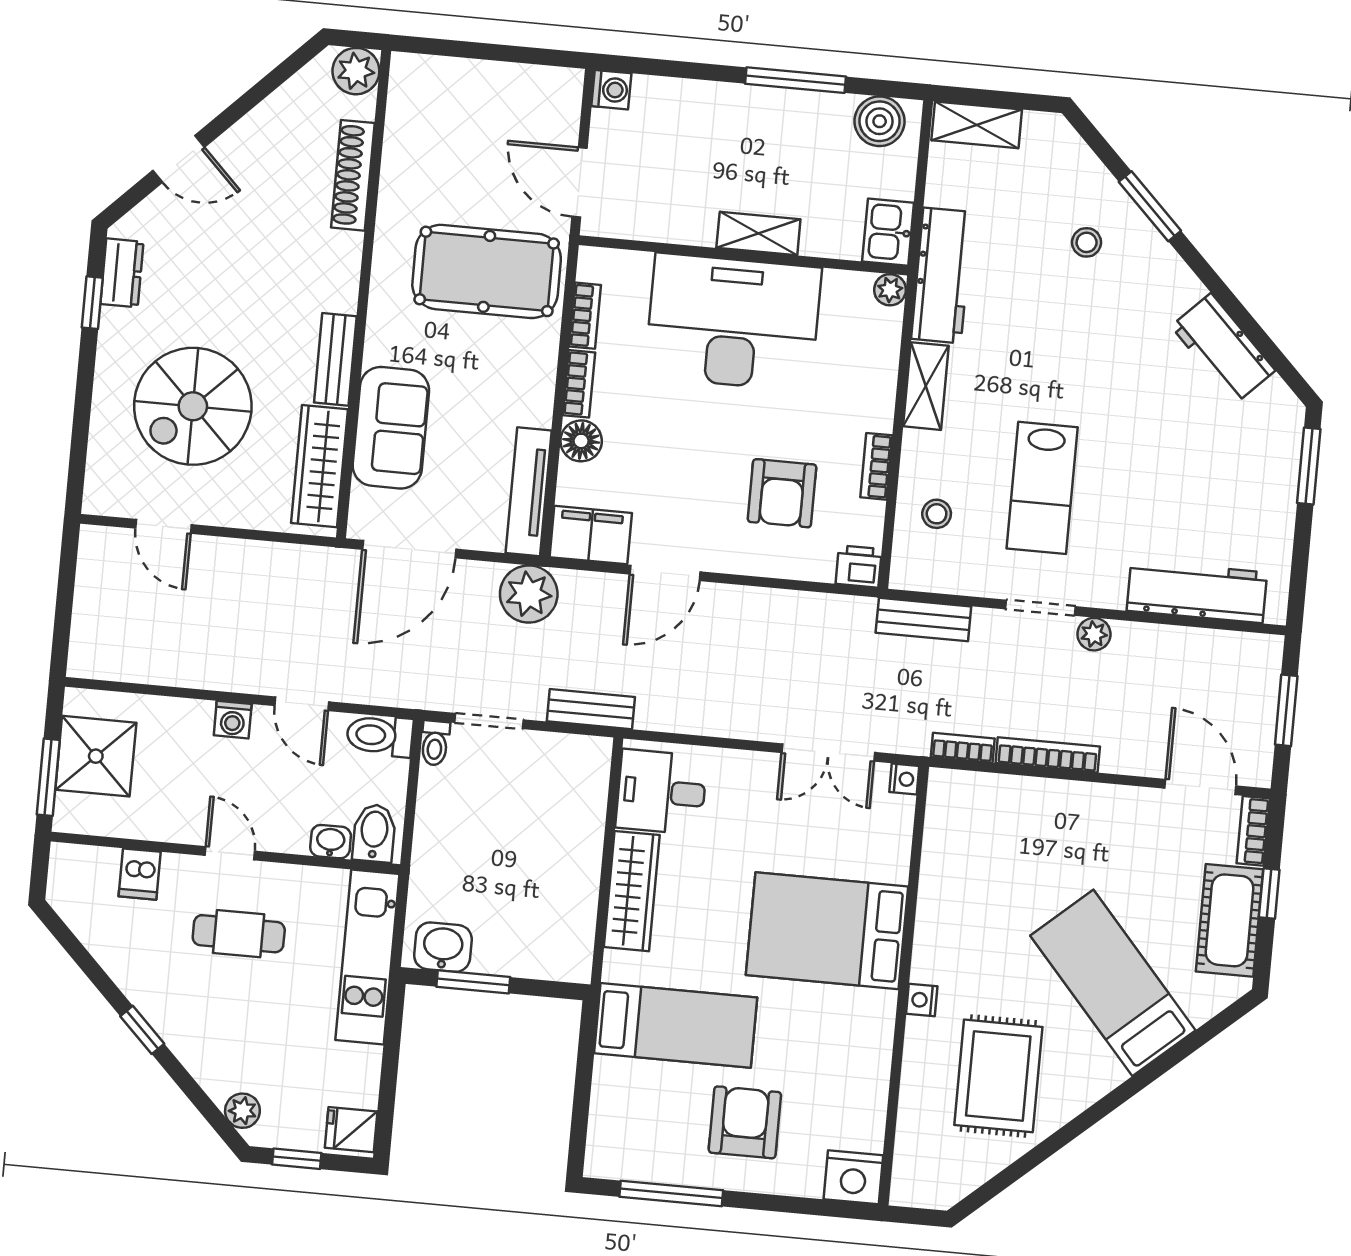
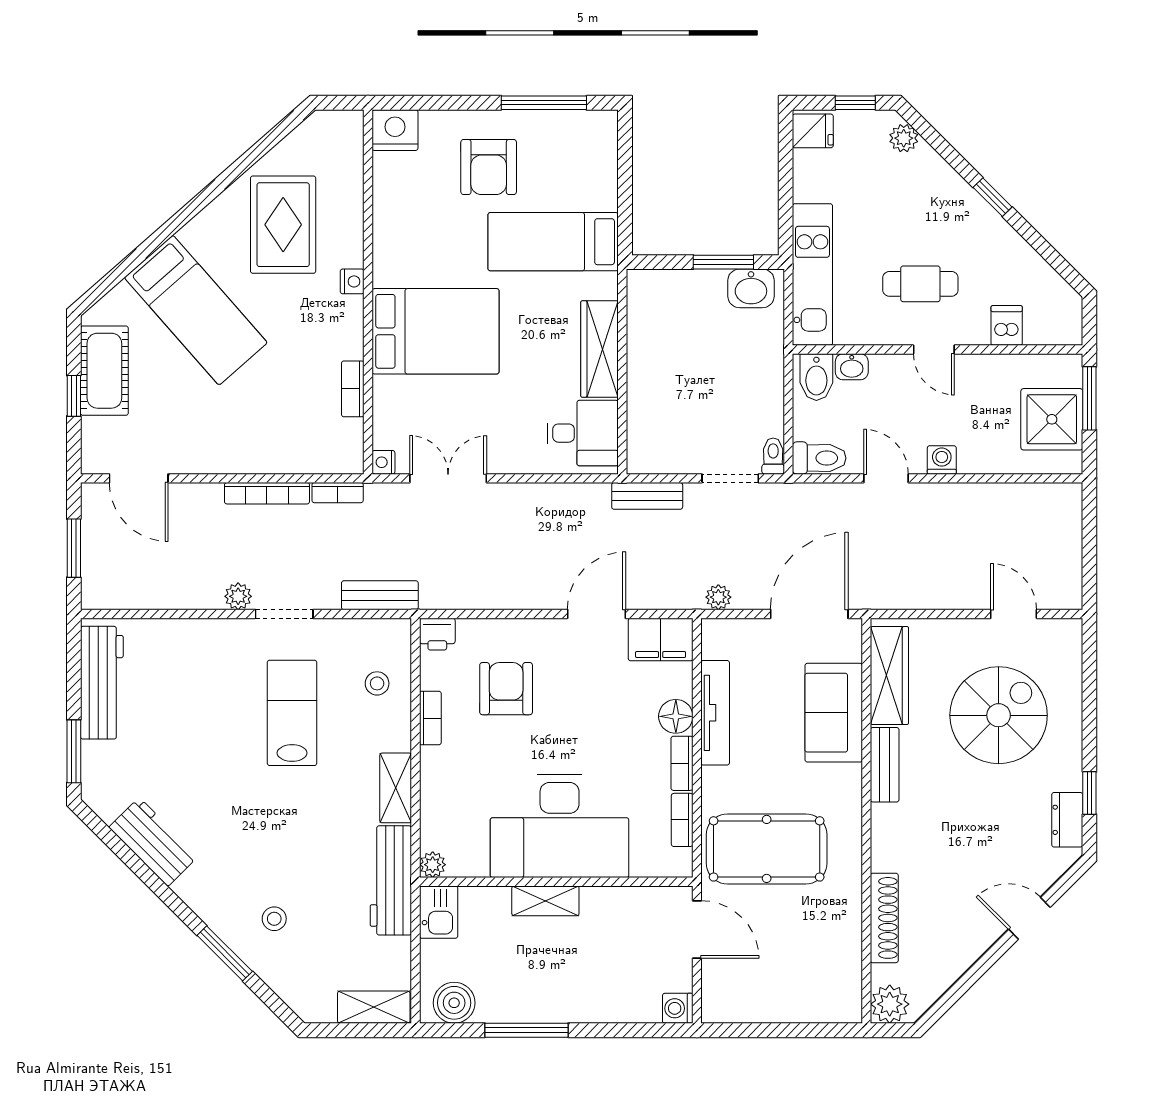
tv unit: (529, 492) -> (715, 713), moved
workbench: (1197, 592) -> (102, 683), moved, turned -90
plant: (529, 594) -> (718, 597), width x0.53, depth x0.53
bookcase: (1253, 831) -> (353, 389), moved, turned 180

